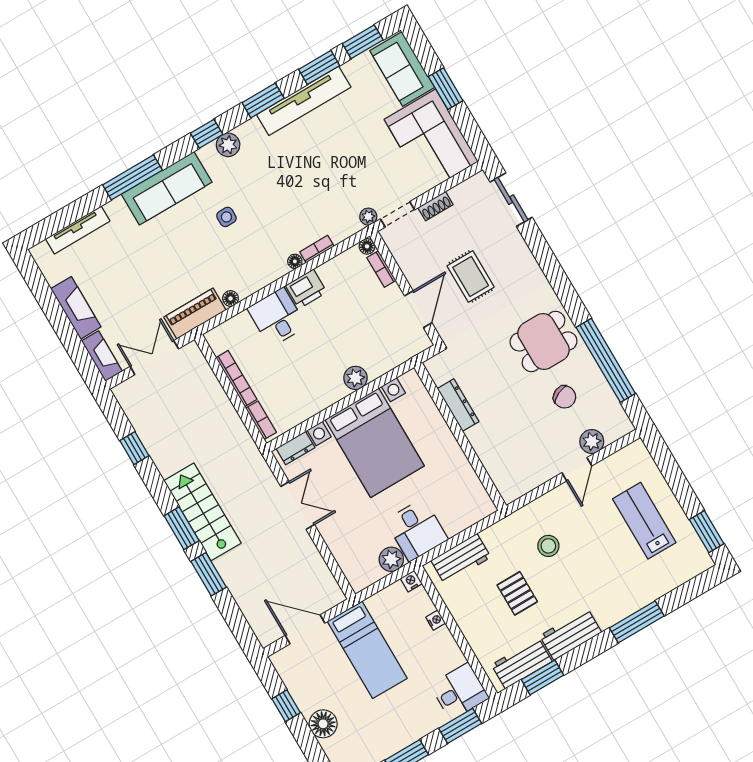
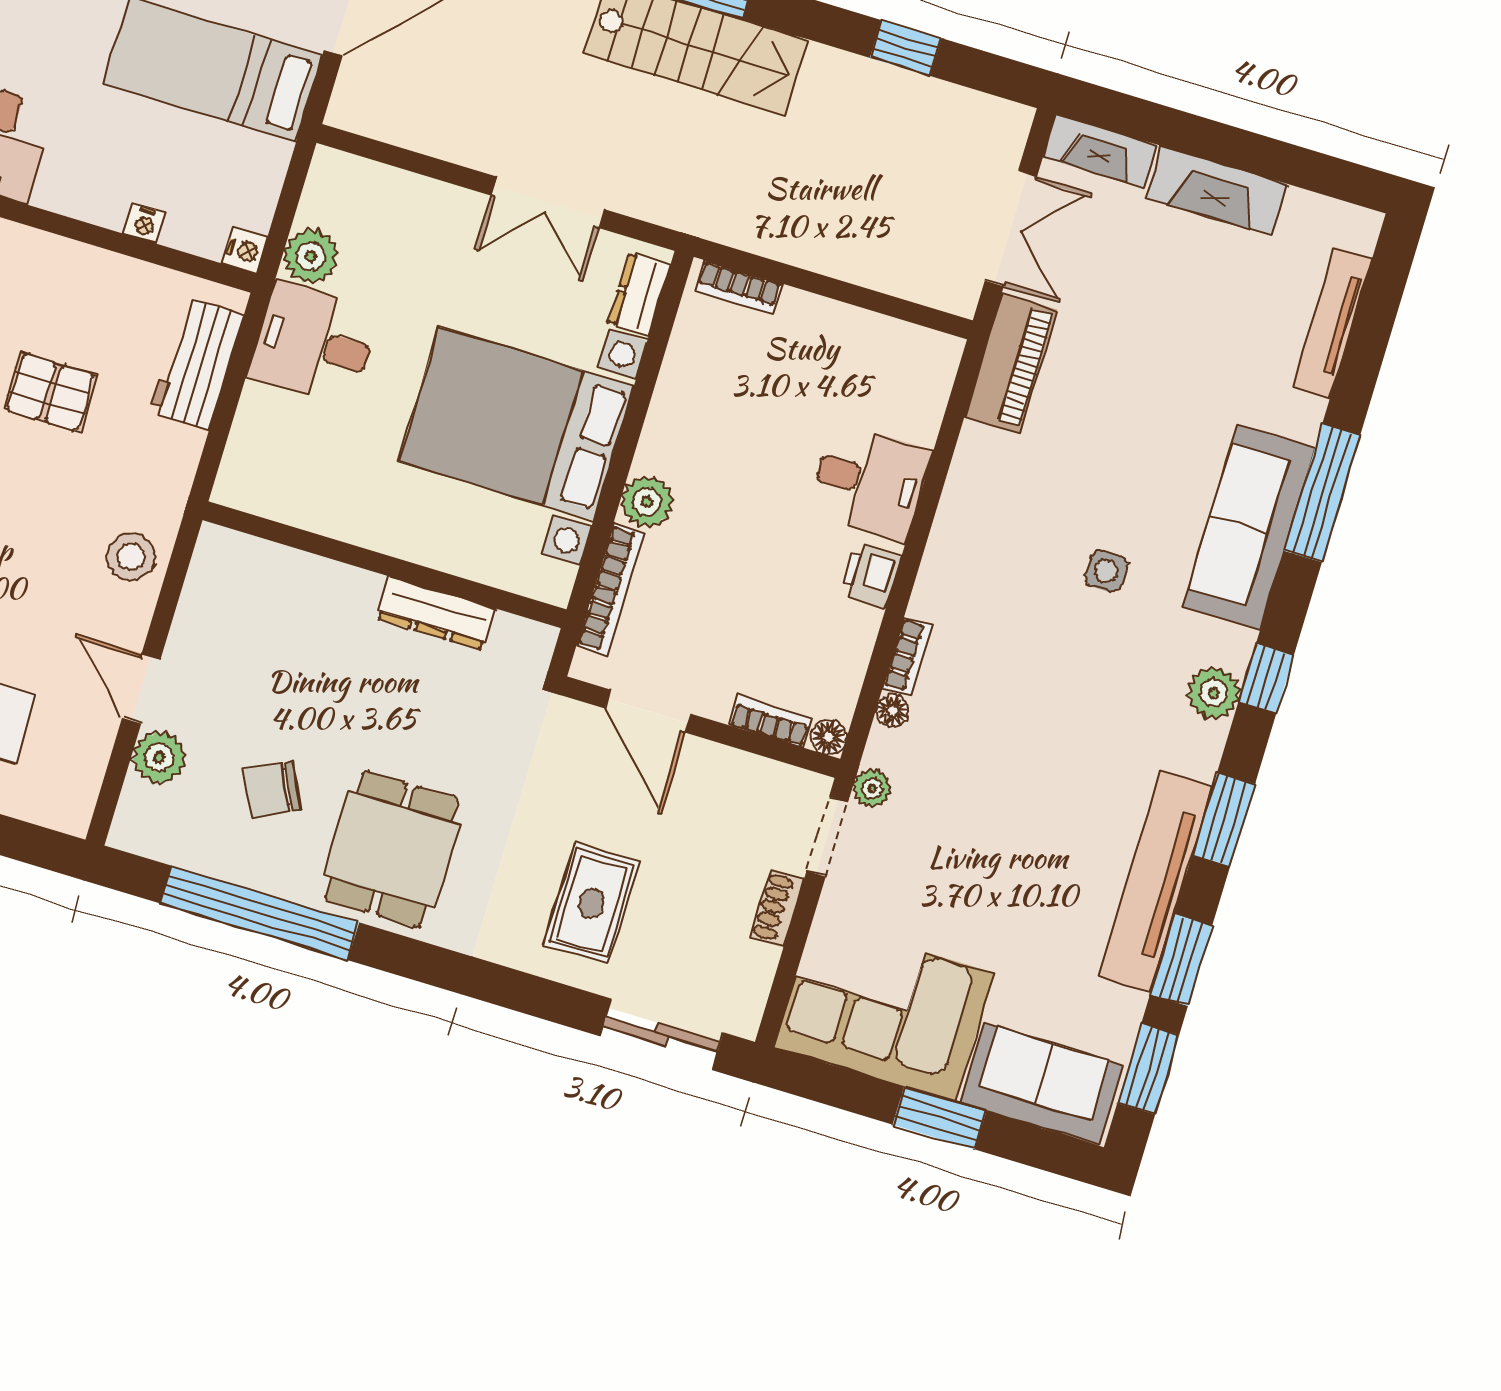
floor lamp: (295, 261) -> (892, 711), moved
rug: (471, 276) -> (591, 903), moved, turned 90
printer: (306, 289) -> (870, 576), width x0.73, depth x0.81
floor lamp: (231, 298) -> (975, 442), removed
bookcase: (236, 379) -> (610, 589), moved, turned -90
stool: (548, 546) -> (131, 557), moved

